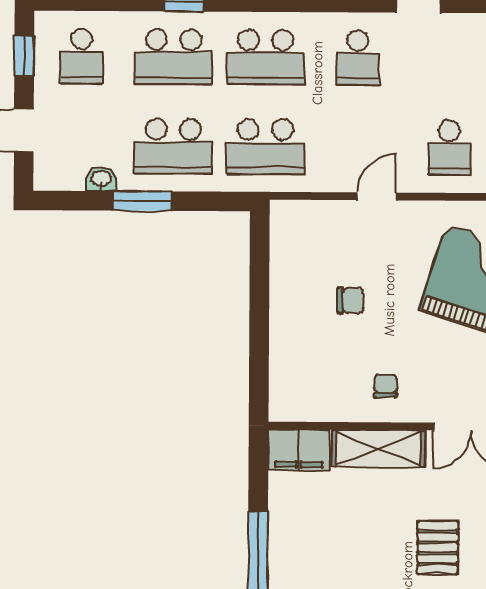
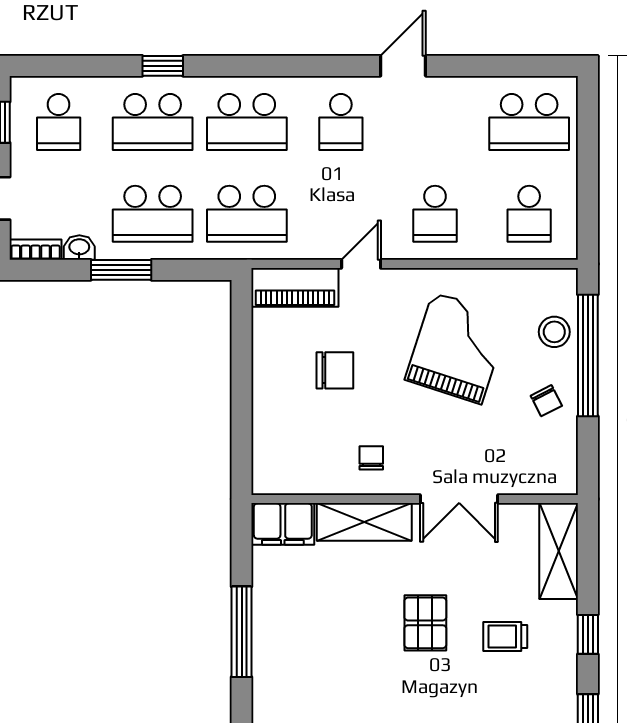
bookcase: (59, 181) -> (36, 250), added
piano: (312, 219) -> (295, 287), added
chair: (351, 300) -> (335, 370), width x1.37, depth x1.37

